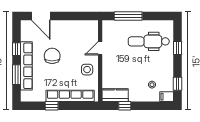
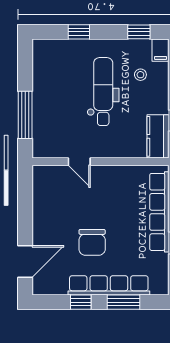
dental chair: (149, 41) -> (103, 92), moved, turned 180
chair: (52, 56) -> (92, 242), turned -90
side table: (87, 70) -> (115, 184), removed

